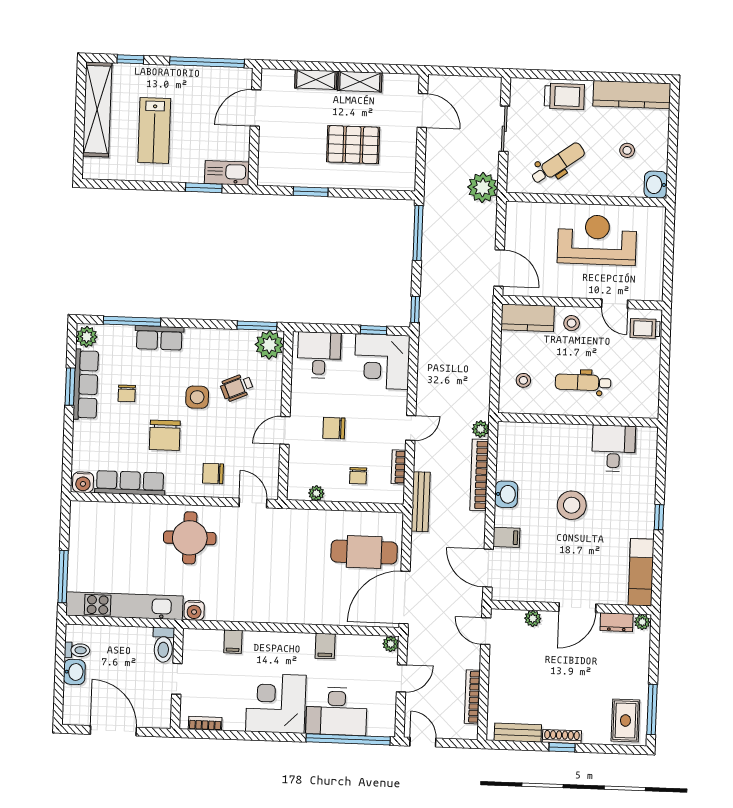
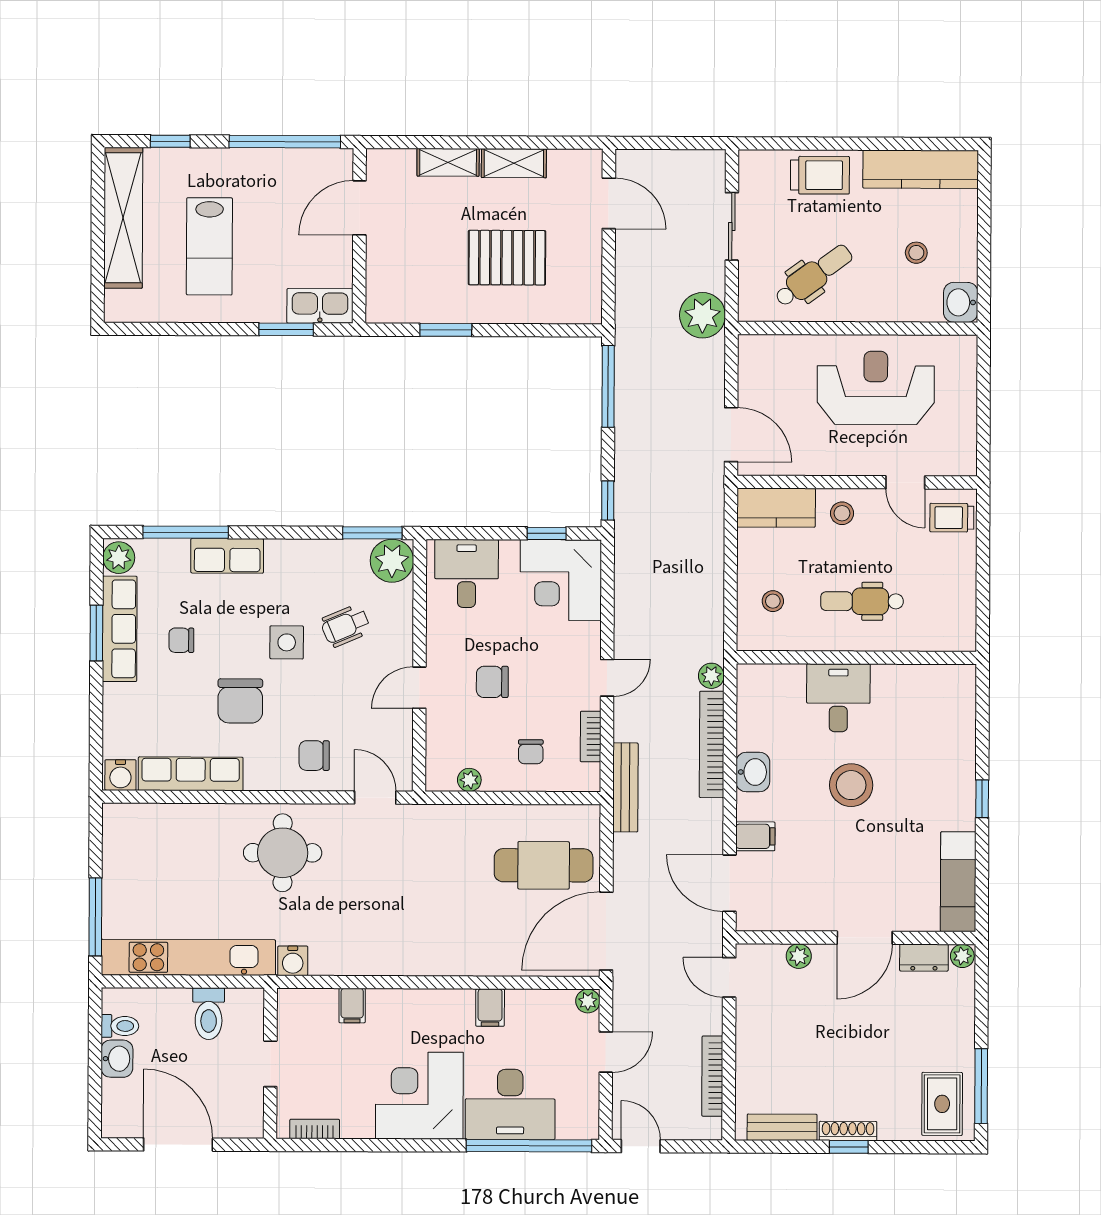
chair: (127, 393) -> (181, 640), turned 90
desk: (614, 448) -> (838, 698), moved
toilet: (163, 645) -> (209, 1014), moved

